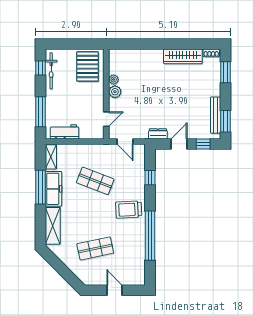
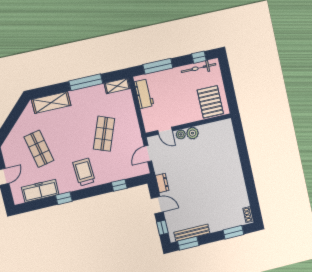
wardrobe: (183, 56) -> (239, 189), removed
pallet: (88, 67) -> (210, 102), turned 90
plant: (114, 80) -> (181, 134), moved
freezer: (53, 189) -> (40, 191), moved, turned 180
window: (150, 236) -> (64, 198), width x0.32

